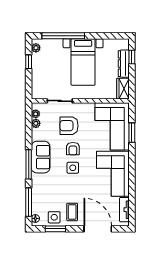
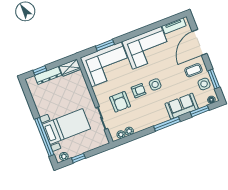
bed with nightstands: (83, 62) -> (66, 127), moved
sofa: (41, 157) -> (182, 106), moved
window: (29, 202) -> (200, 111), width x0.69

